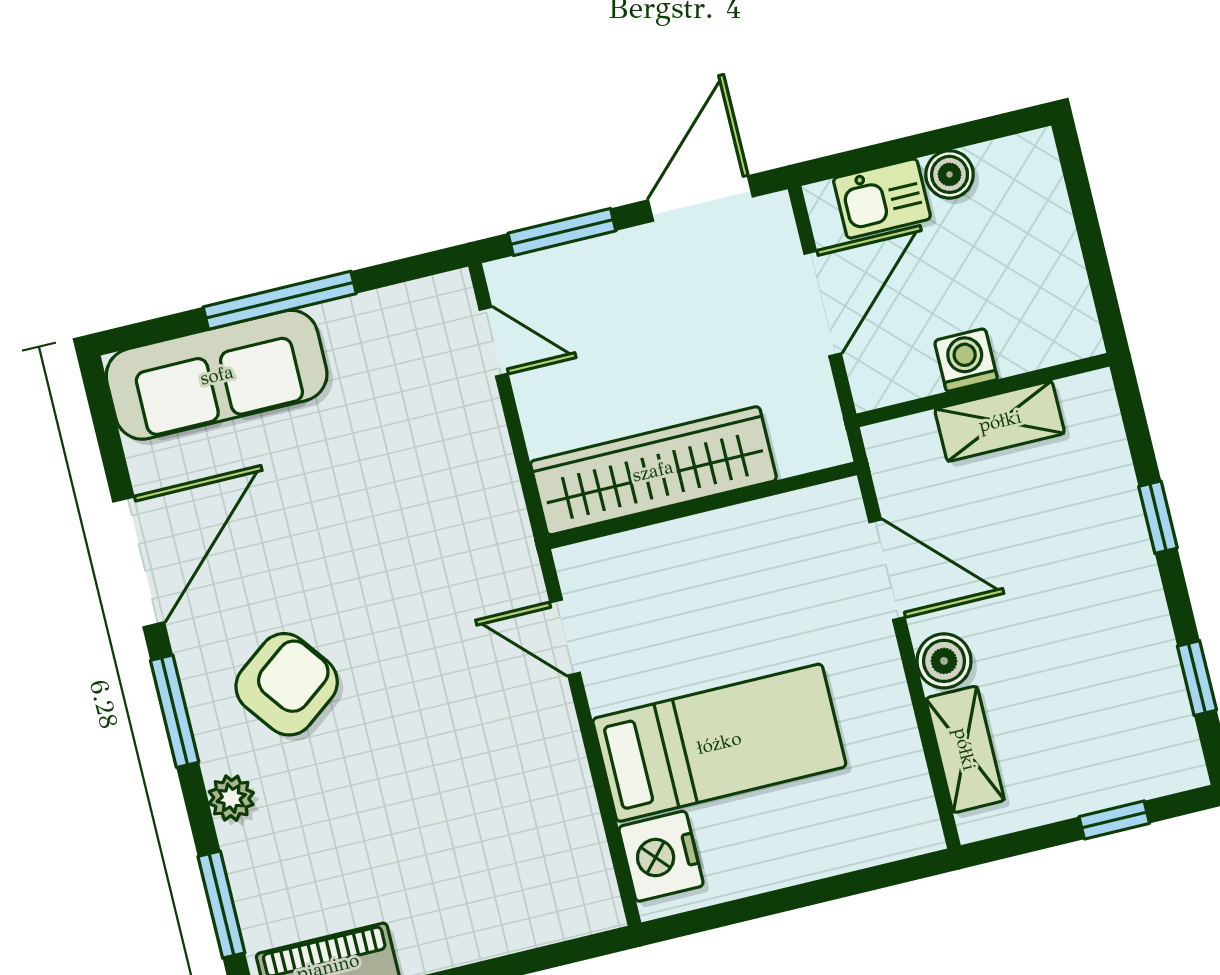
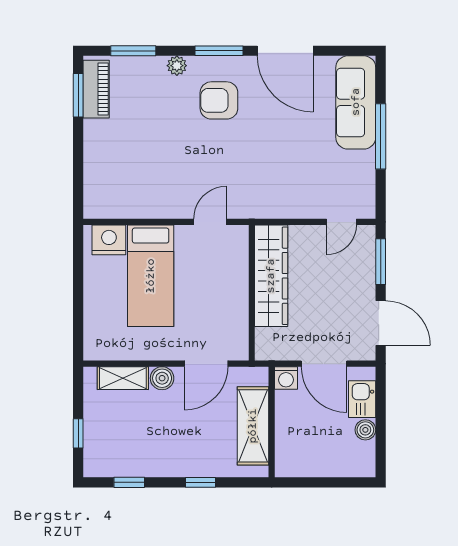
washing machine: (966, 360) -> (286, 378), moved, turned 90
shelving: (1000, 421) -> (253, 426), width x1.50, depth x1.33
armchair: (287, 684) -> (219, 100), turned 127

